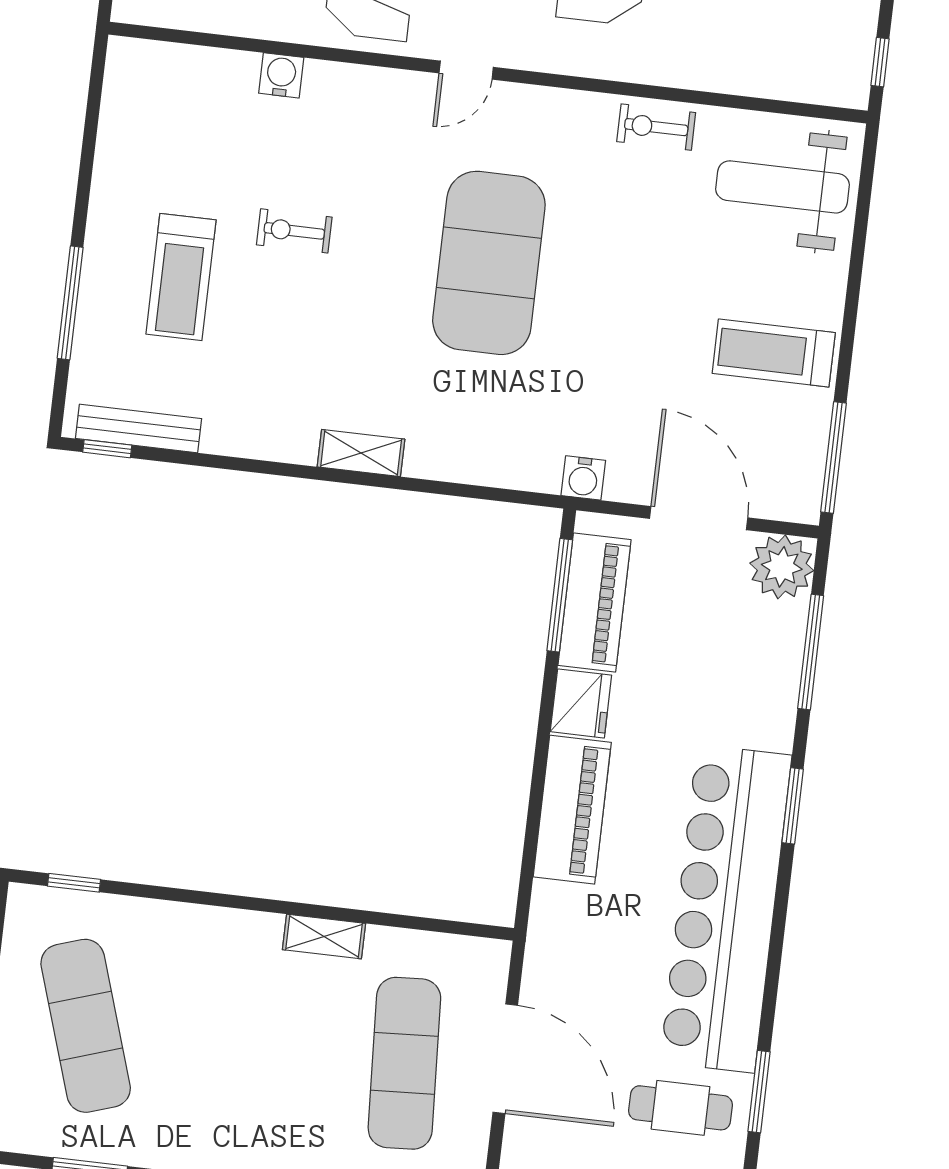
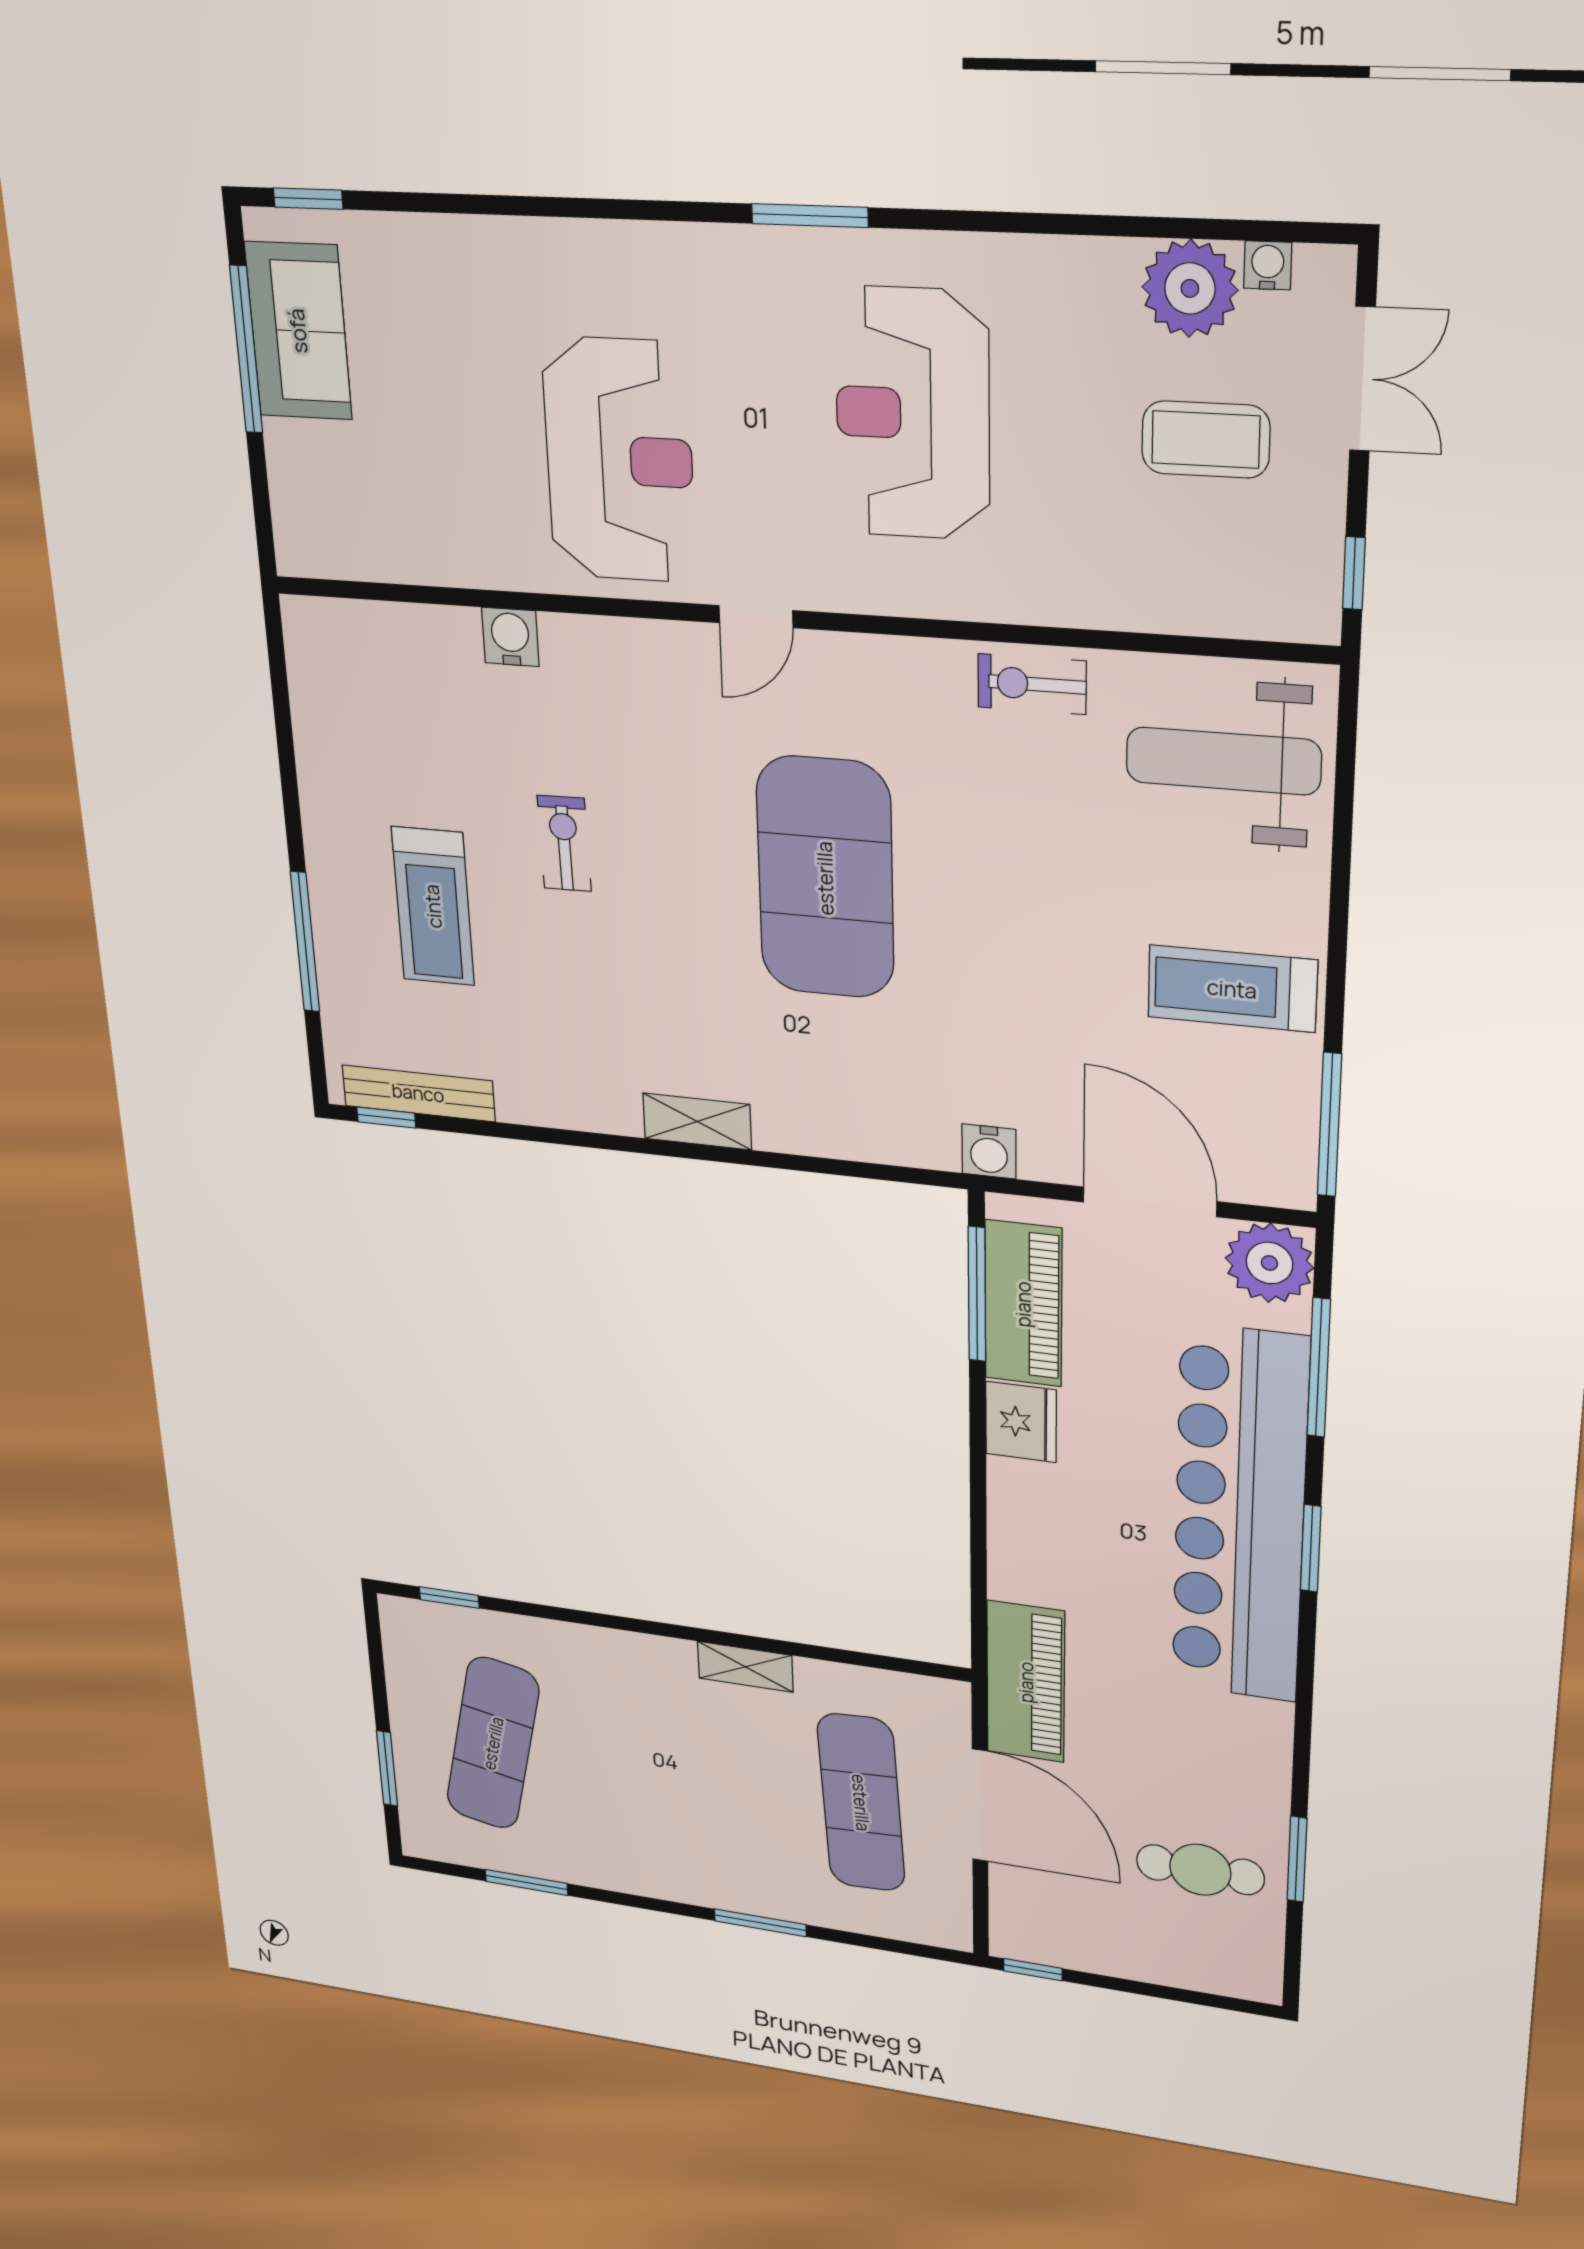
exercise bike: (294, 231) -> (564, 843), turned 89
piano: (572, 810) -> (1026, 1682), moved
bar counter: (726, 909) -> (1239, 1516), moved
exercise mat: (86, 1026) -> (493, 1743), turned 30

